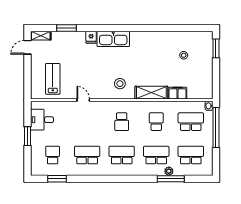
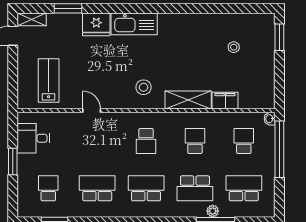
fridge: (91, 37) -> (96, 24), width x1.88, depth x1.34
school desk: (191, 122) -> (244, 141), width x0.54
school desk: (156, 155) -> (195, 188), turned 180

